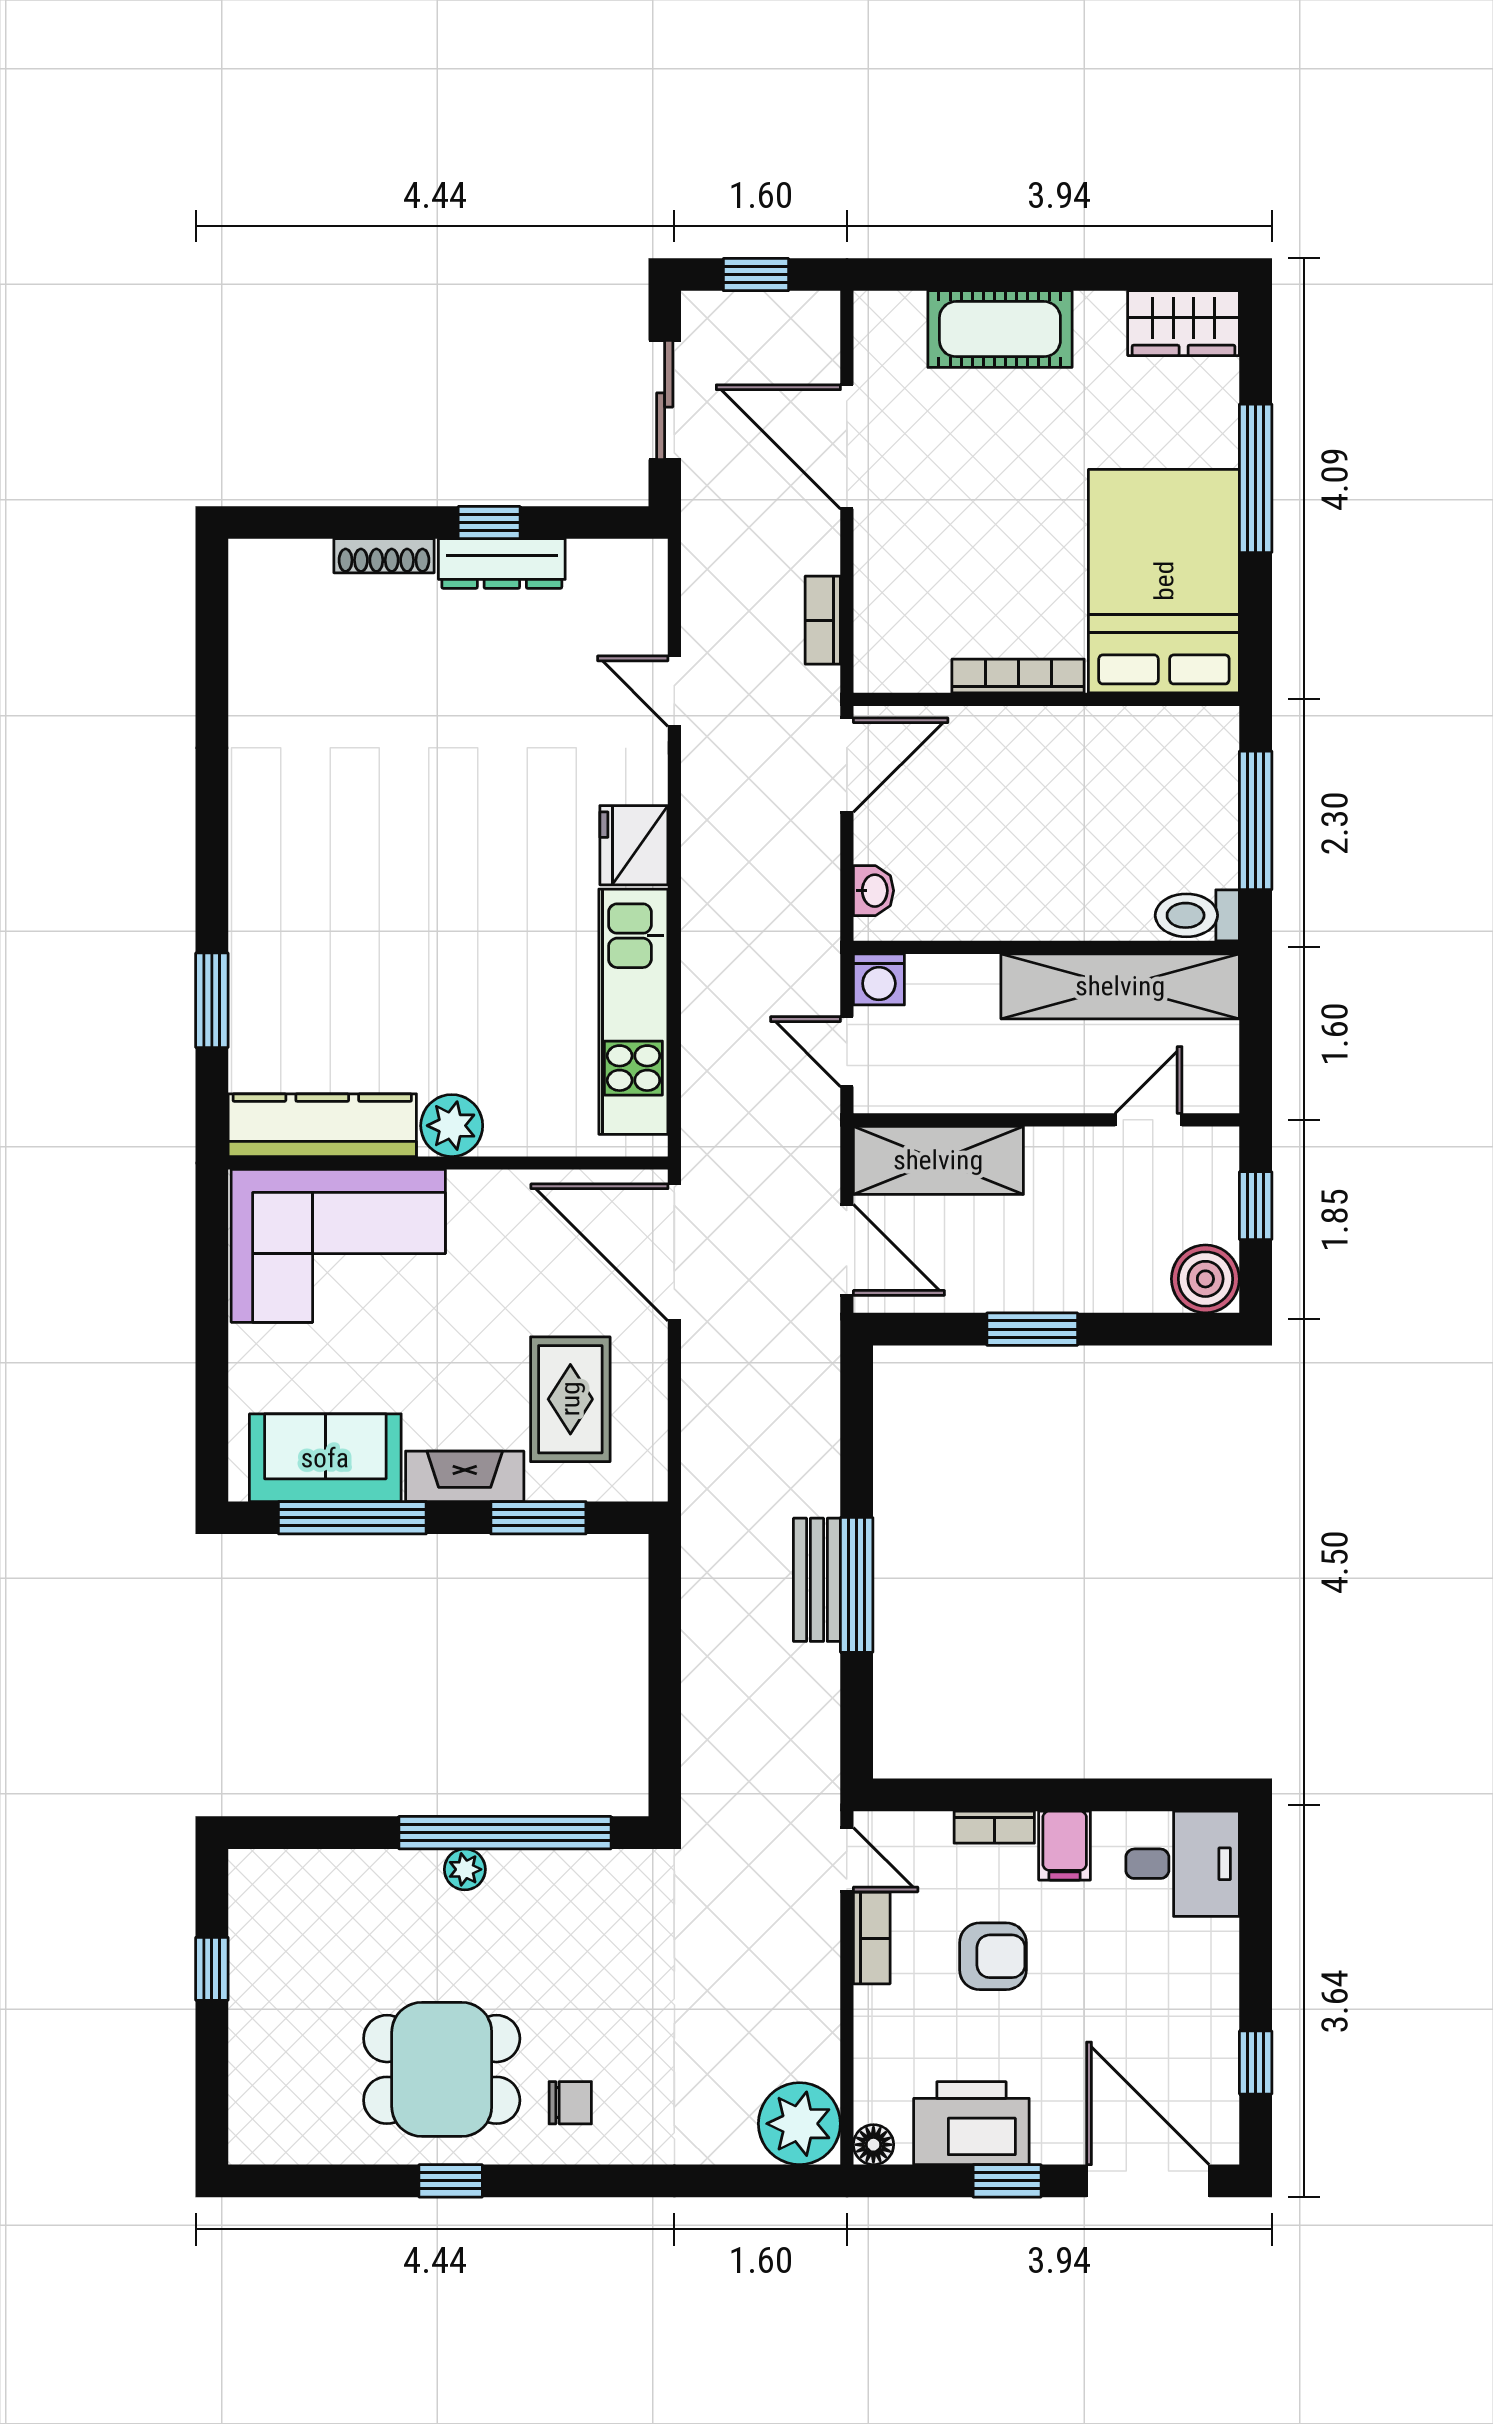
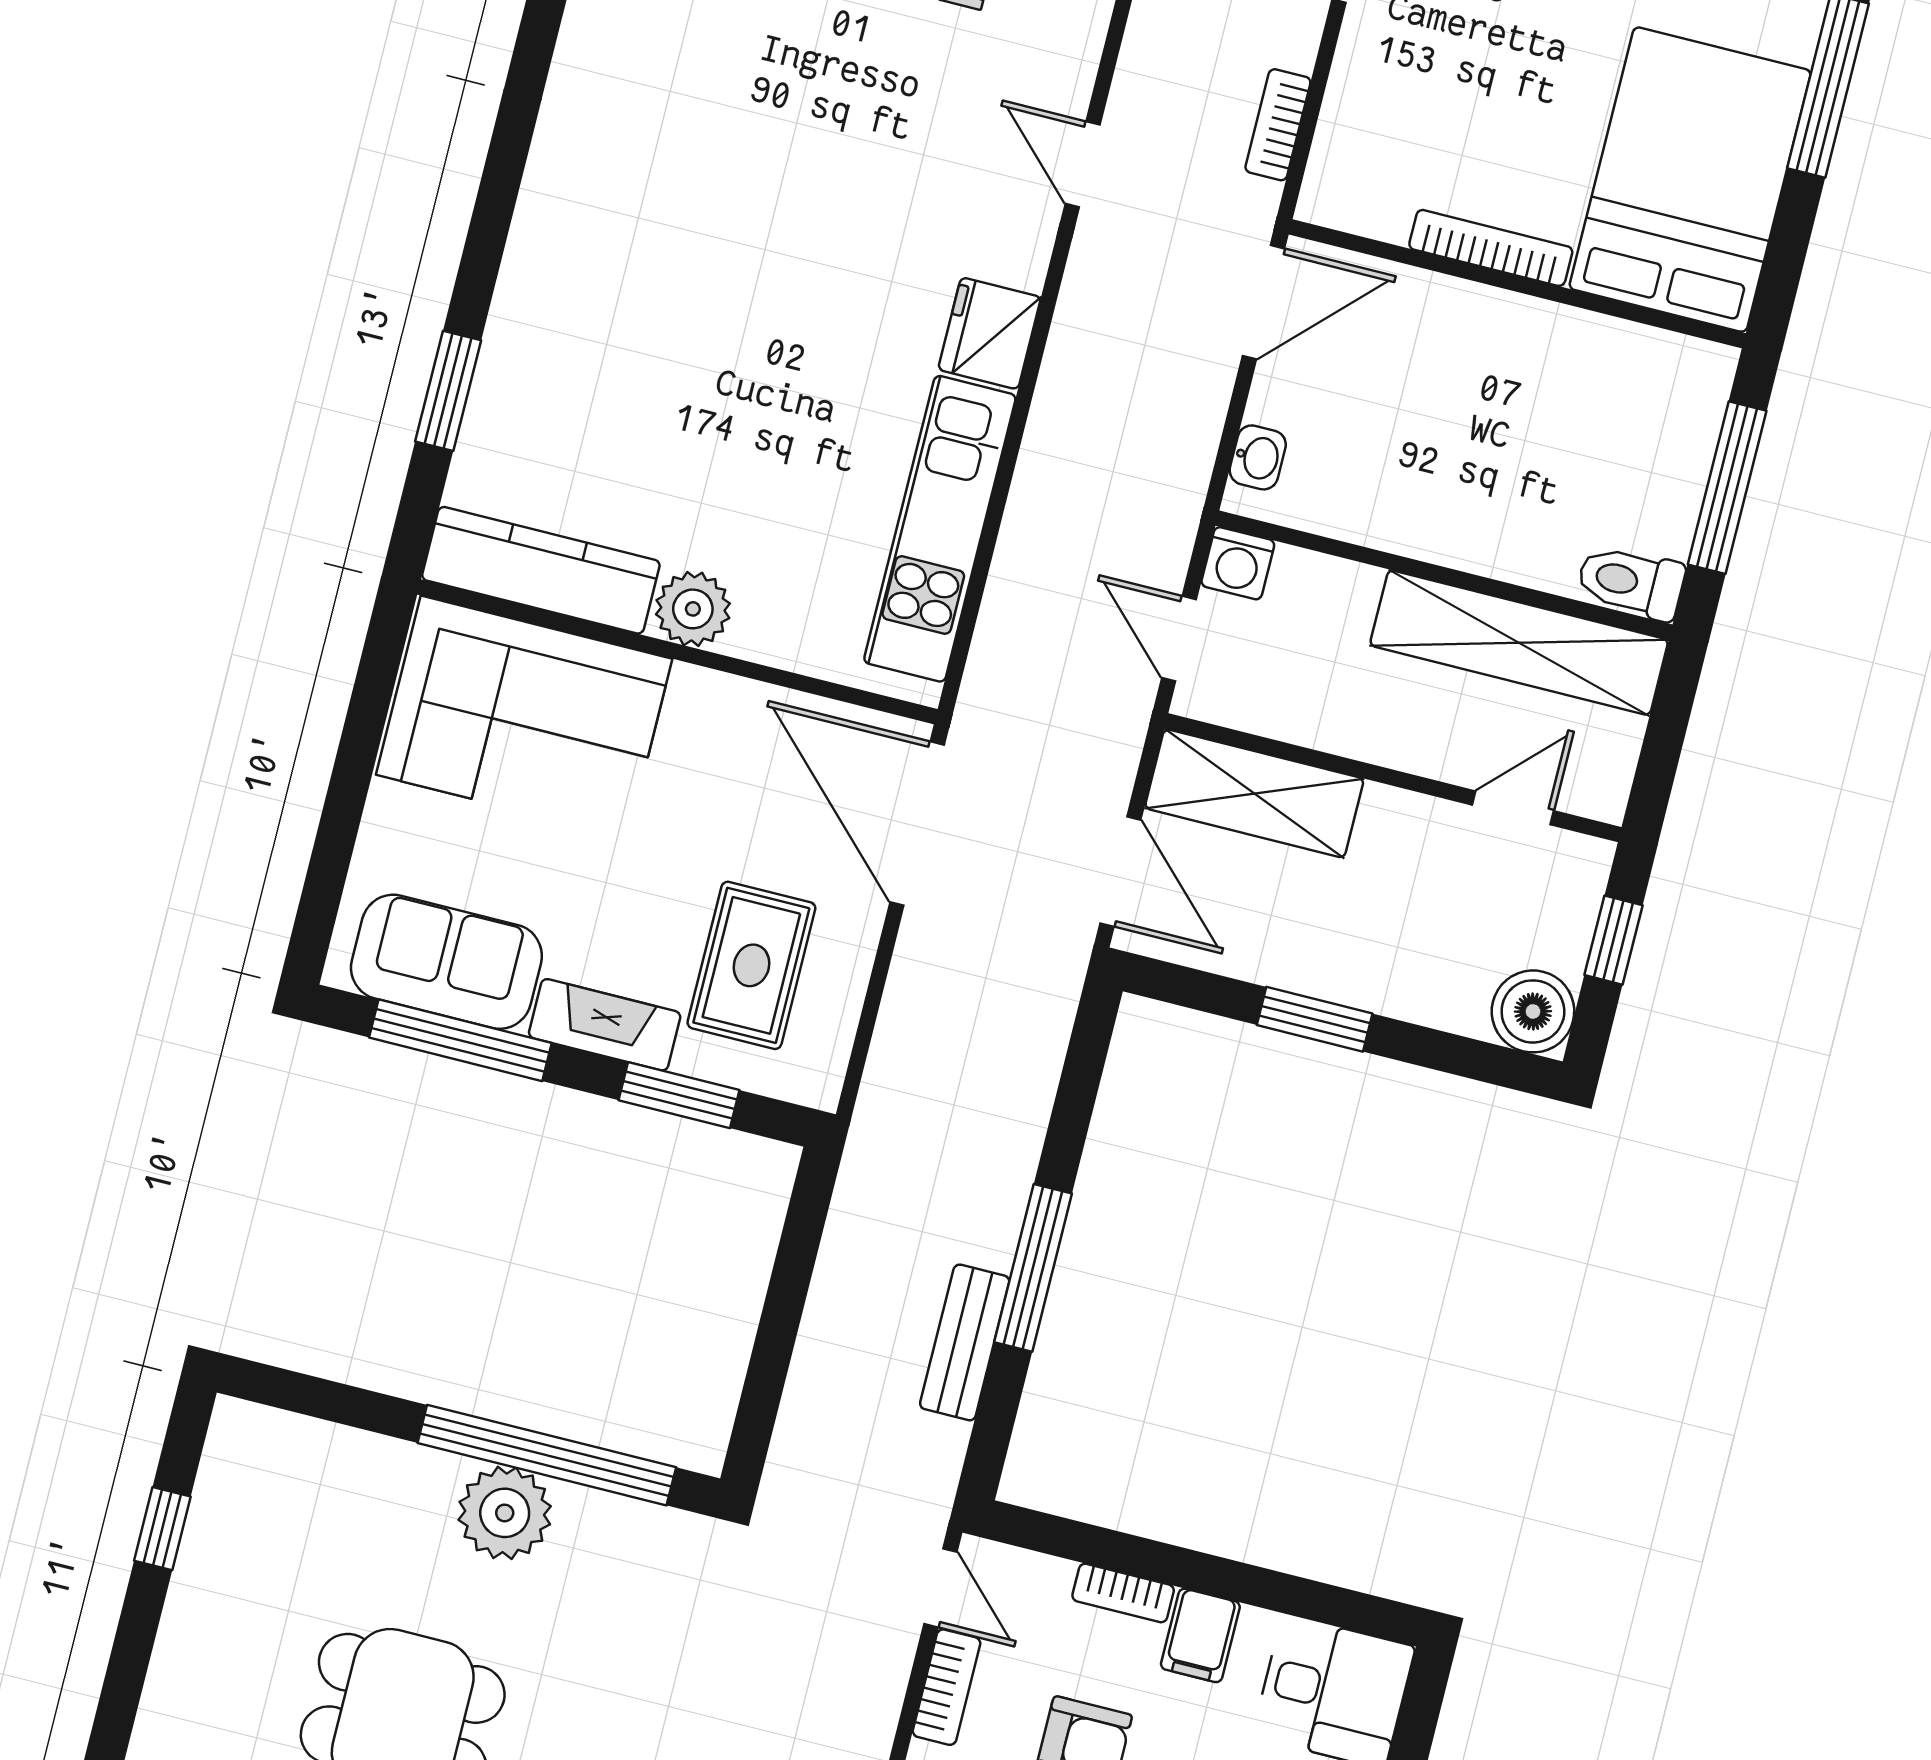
bench: (817, 1580) -> (965, 1342), moved
plant: (465, 1869) -> (505, 1513), width x1.87, depth x1.87

